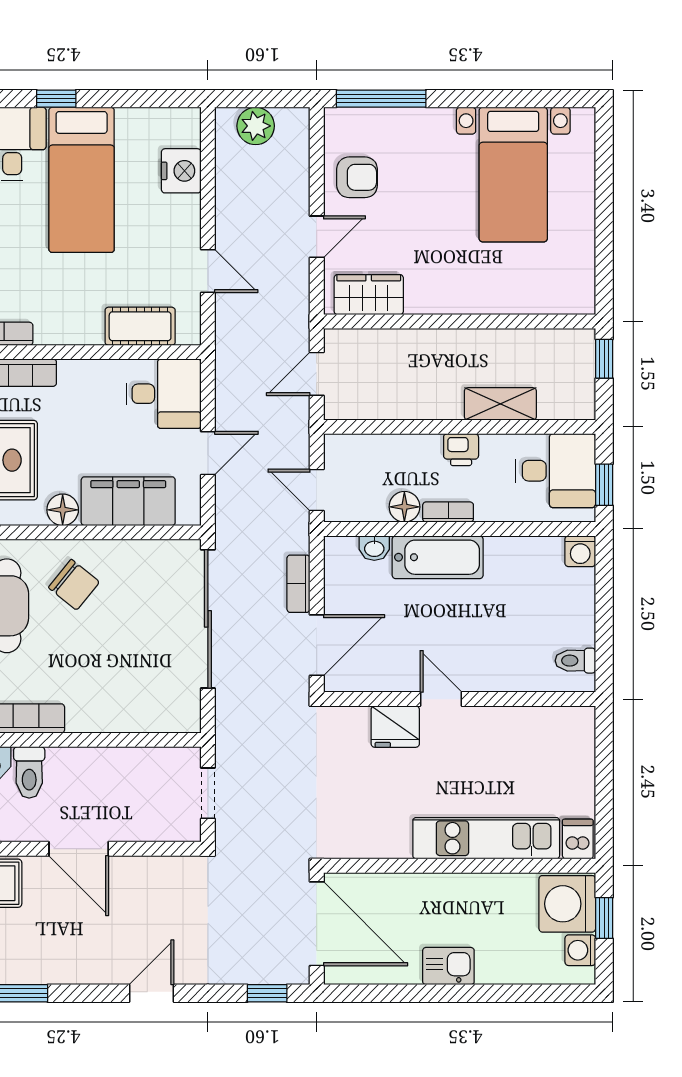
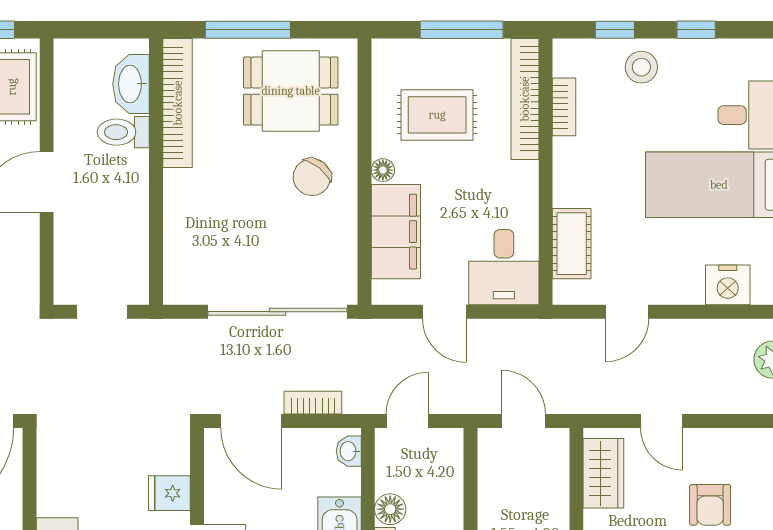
armchair: (357, 177) -> (710, 505), moved
floor lamp: (63, 510) -> (383, 170), width x0.73, depth x0.73
washbasin: (374, 548) -> (349, 451), moved
fridge: (395, 727) -> (169, 493), width x0.72

